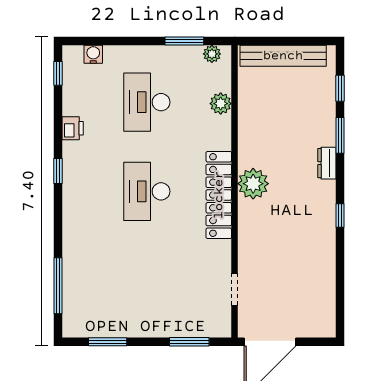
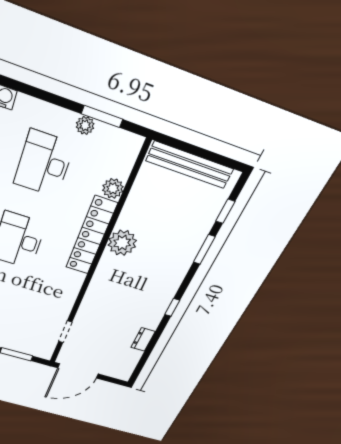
plant: (212, 54) -> (85, 125), moved
dresser: (327, 163) -> (143, 339), moved
plant: (253, 184) -> (122, 243), moved
locker: (219, 195) -> (91, 236), moved

